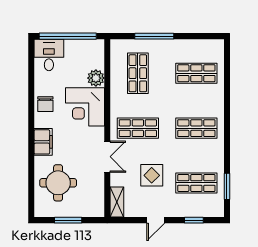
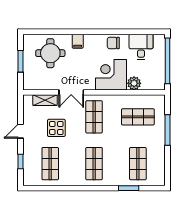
desk: (49, 55) -> (141, 47), moved, turned -90
filing cabinet: (43, 142) -> (78, 41), width x0.50
window: (227, 186) -> (129, 188), moved
shelving: (117, 202) -> (45, 100), moved
door: (156, 220) -> (21, 131), hinge flipped

